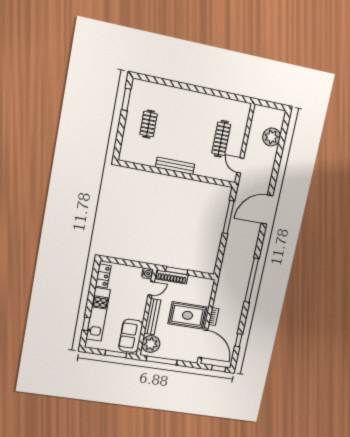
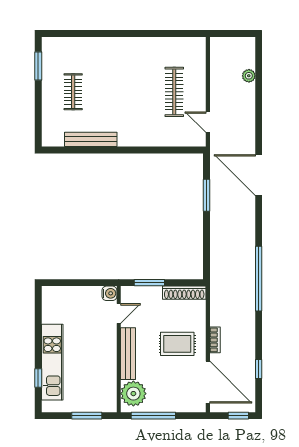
plant: (272, 137) -> (249, 76), width x0.53, depth x0.53
bench: (175, 166) -> (91, 139), moved
door: (267, 210) -> (259, 175), hinge flipped
window: (228, 217) -> (207, 195), width x0.69
locker: (103, 276) -> (50, 307), removed
shoe rack: (172, 277) -> (184, 293), moved
rug: (187, 315) -> (177, 344), width x0.73, depth x0.70
sofa: (131, 336) -> (103, 386), removed

